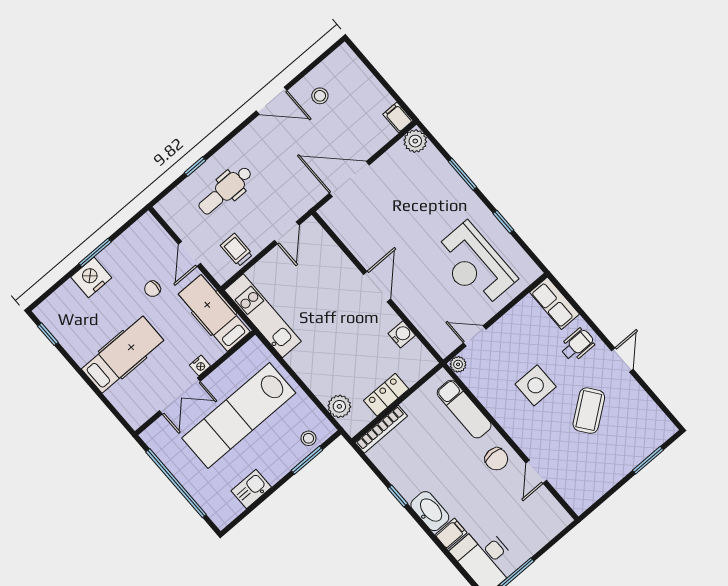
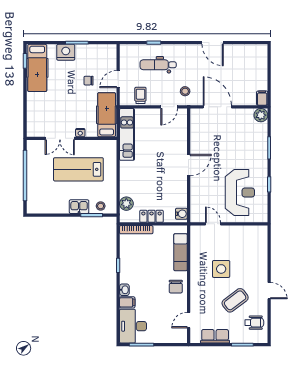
stool: (320, 96) -> (185, 91), moved
reception desk: (474, 265) -> (240, 192), turned 180
row of seats: (555, 303) -> (215, 336), moved, turned 90
water cooler: (402, 334) -> (181, 214), moved
wheelchair: (577, 345) -> (254, 323), moved
hospital bed: (122, 355) -> (37, 68), moved, turned 90
door: (622, 360) -> (269, 291), hinge flipped
plant: (458, 364) -> (195, 230), removed
lab bench: (239, 415) -> (78, 169), width x0.73
door: (536, 472) -> (189, 320), moved
kitchen sink: (251, 489) -> (79, 207), moved
washbasin: (430, 511) -> (124, 290), width x0.52, depth x0.69

